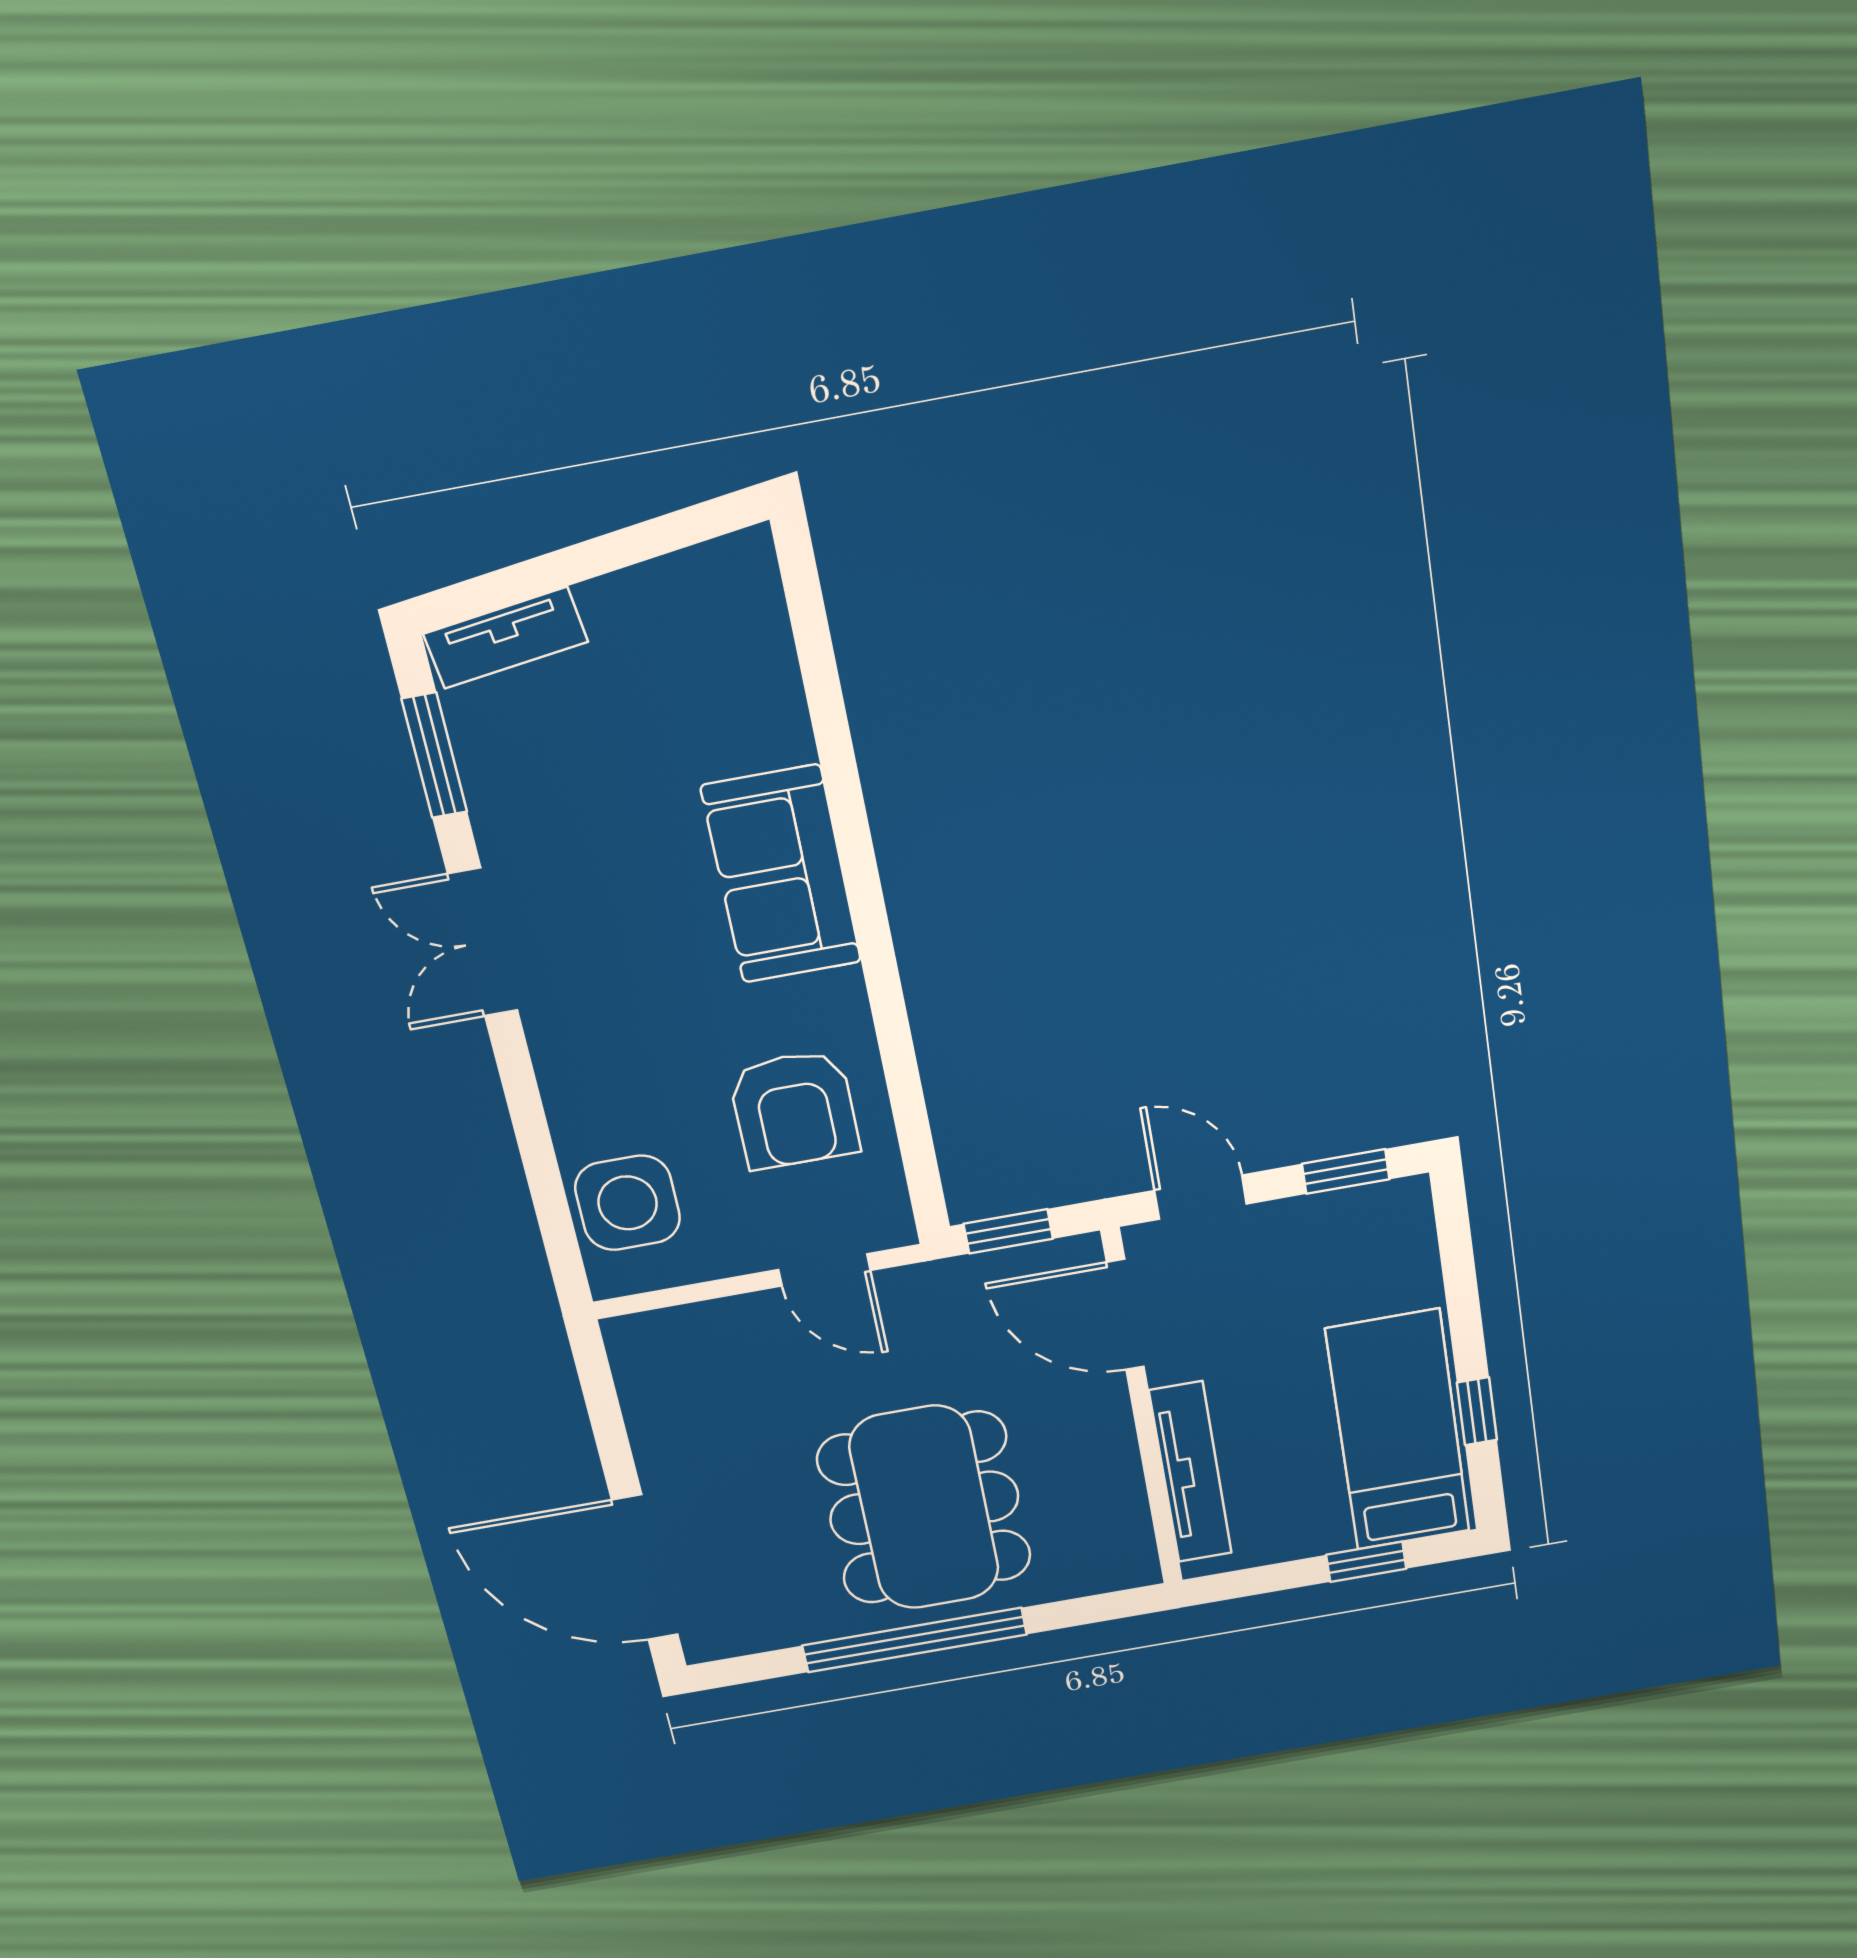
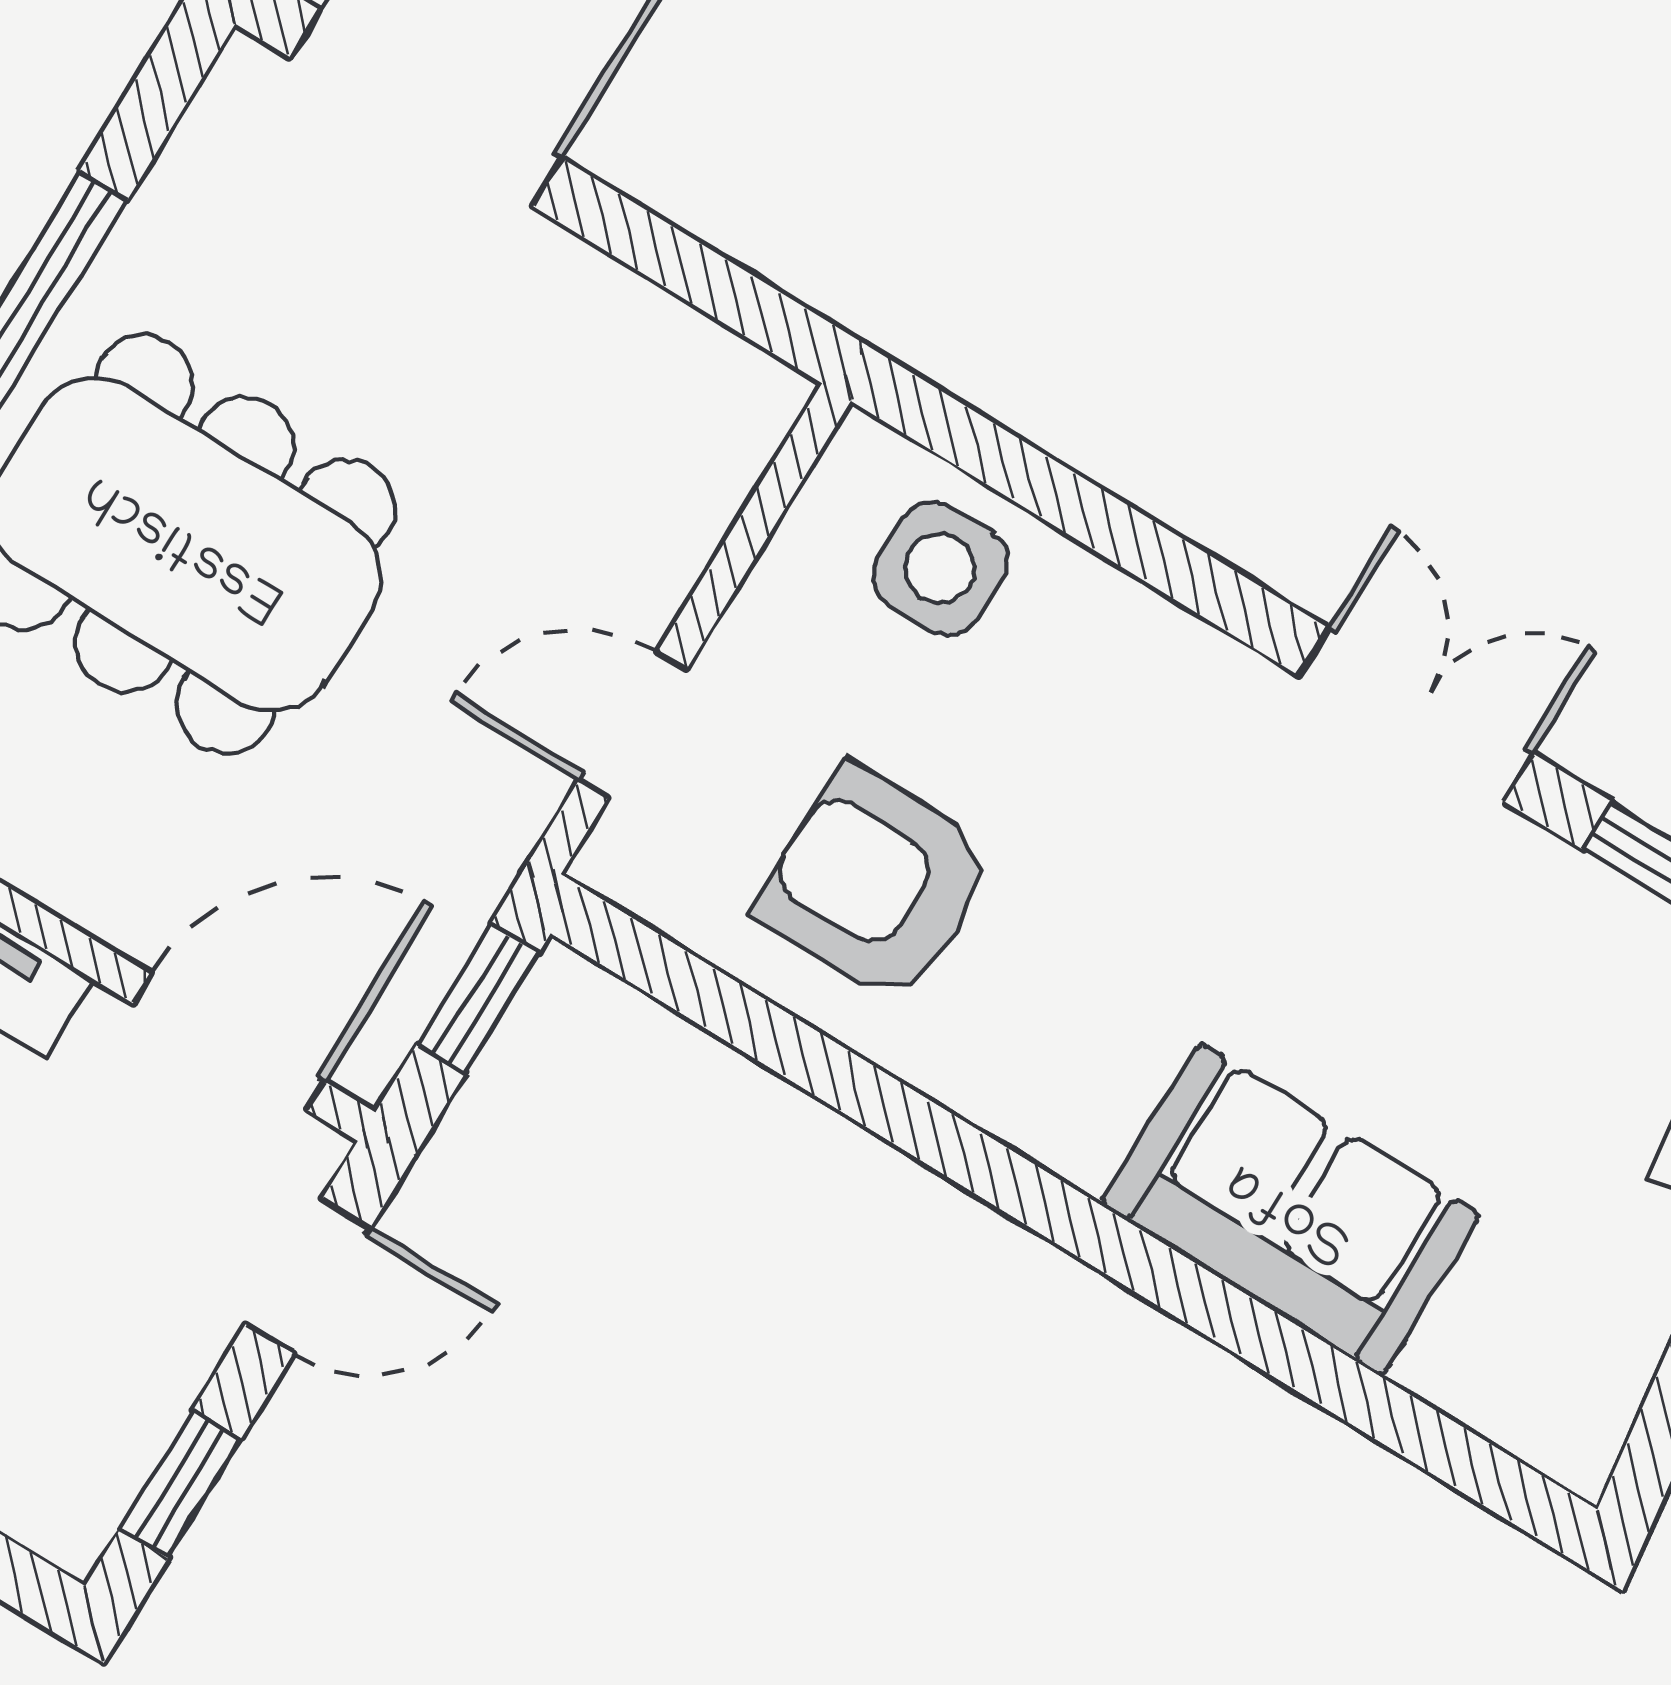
sofa: (781, 874) -> (1291, 1210), moved
side table: (628, 1203) -> (940, 569), width x0.73, depth x0.73

